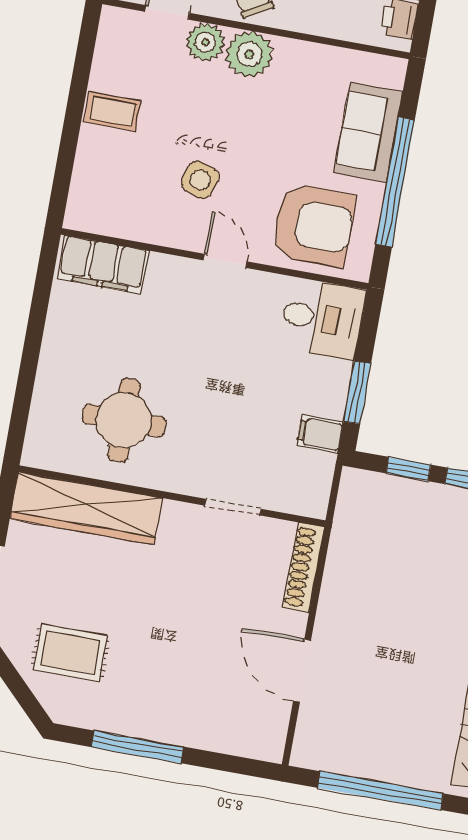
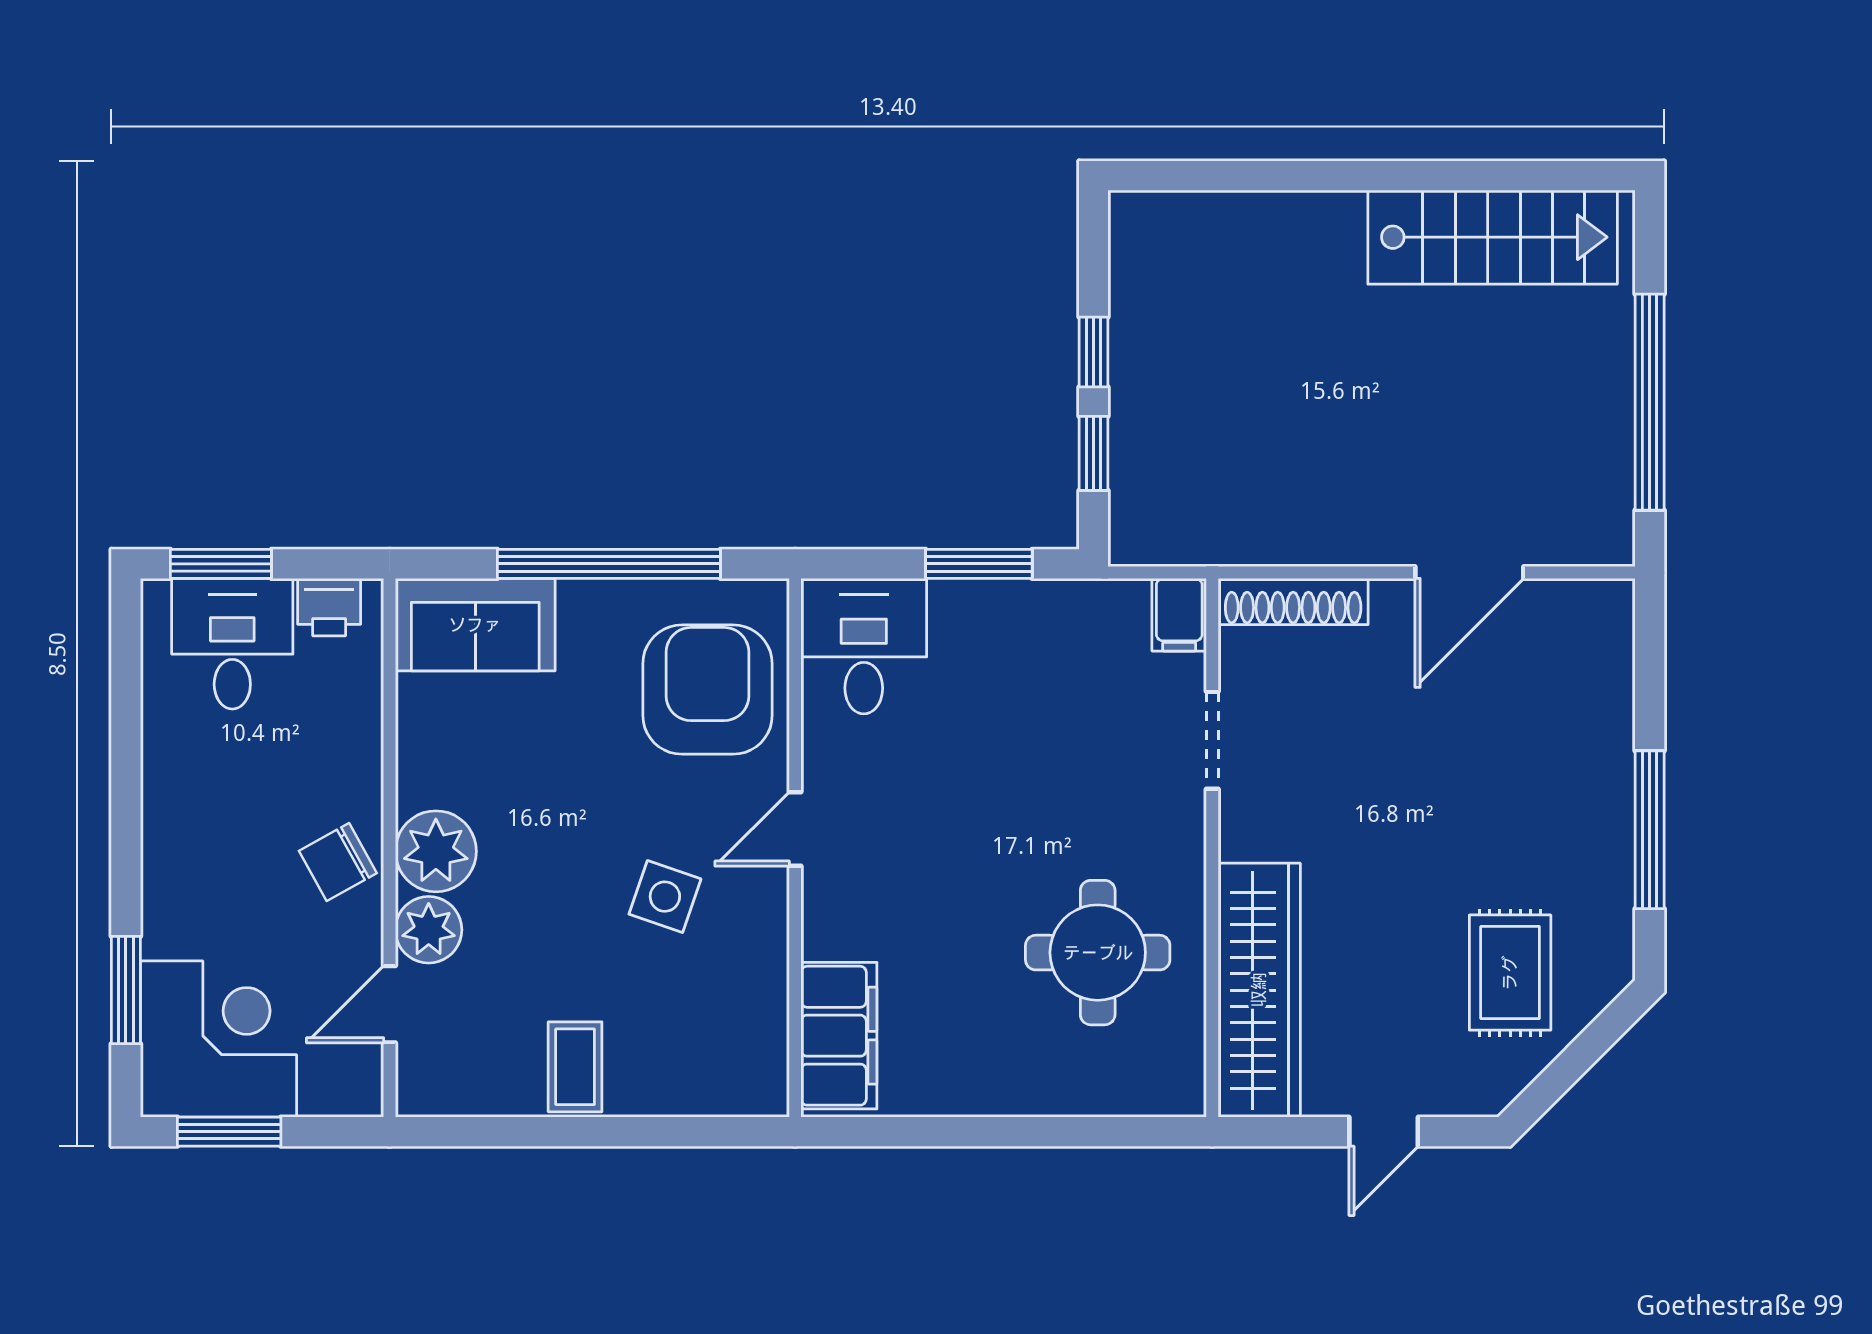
sofa: (368, 132) -> (475, 625), moved
filing cabinet: (320, 434) -> (1179, 615), moved

